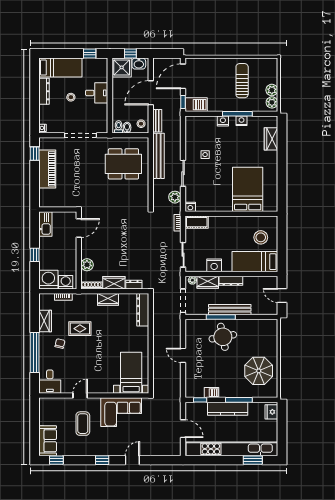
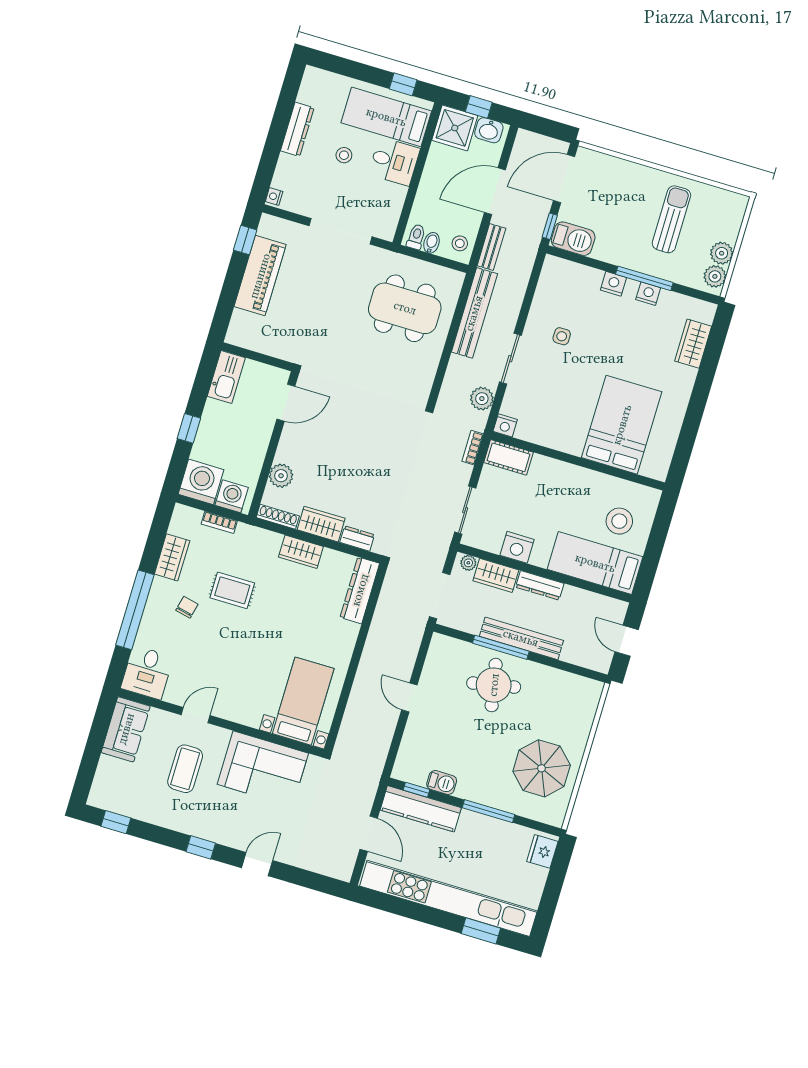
bed: (60, 68) -> (386, 117), moved, turned 180
kitchen counter: (228, 409) -> (421, 809), moved
sofa: (48, 441) -> (126, 729), moved

